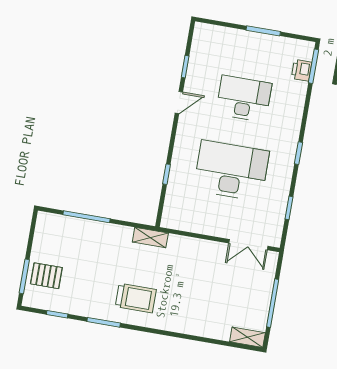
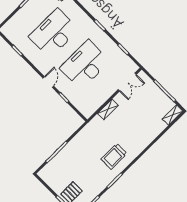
desk: (244, 99) -> (54, 33), width x1.36, depth x1.30
door: (179, 103) -> (48, 82), moved
shelving: (150, 238) -> (108, 109), moved
trolley: (136, 298) -> (114, 156), turned 180

